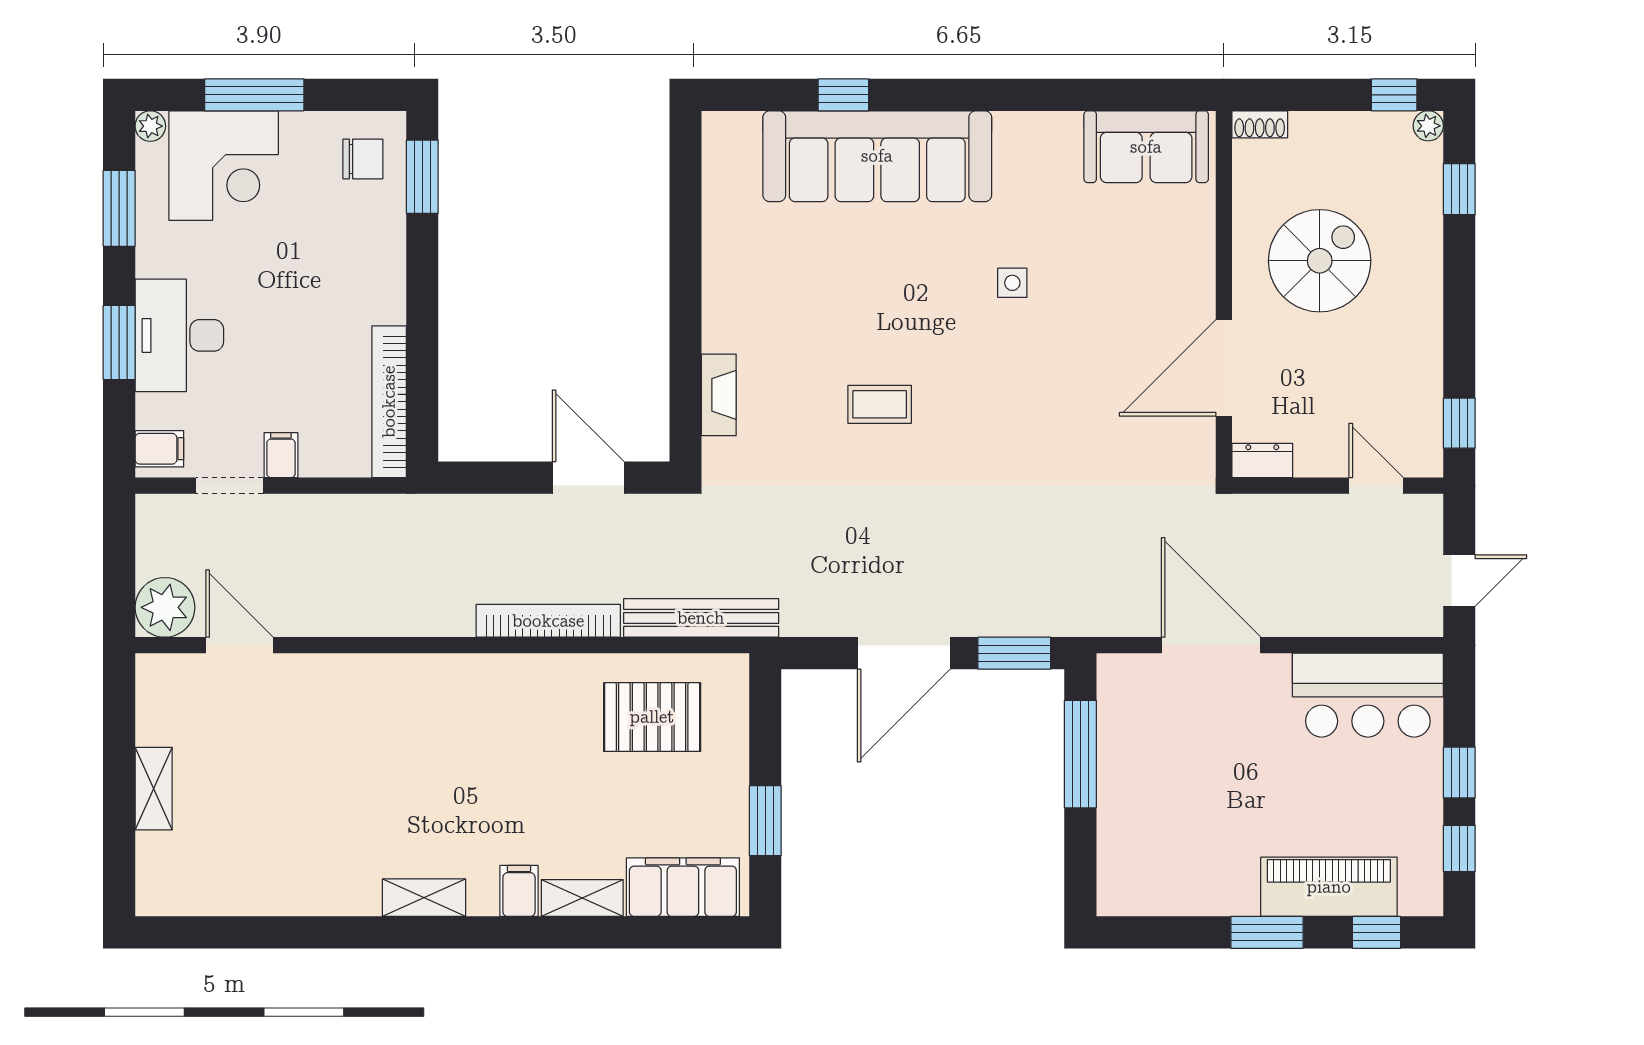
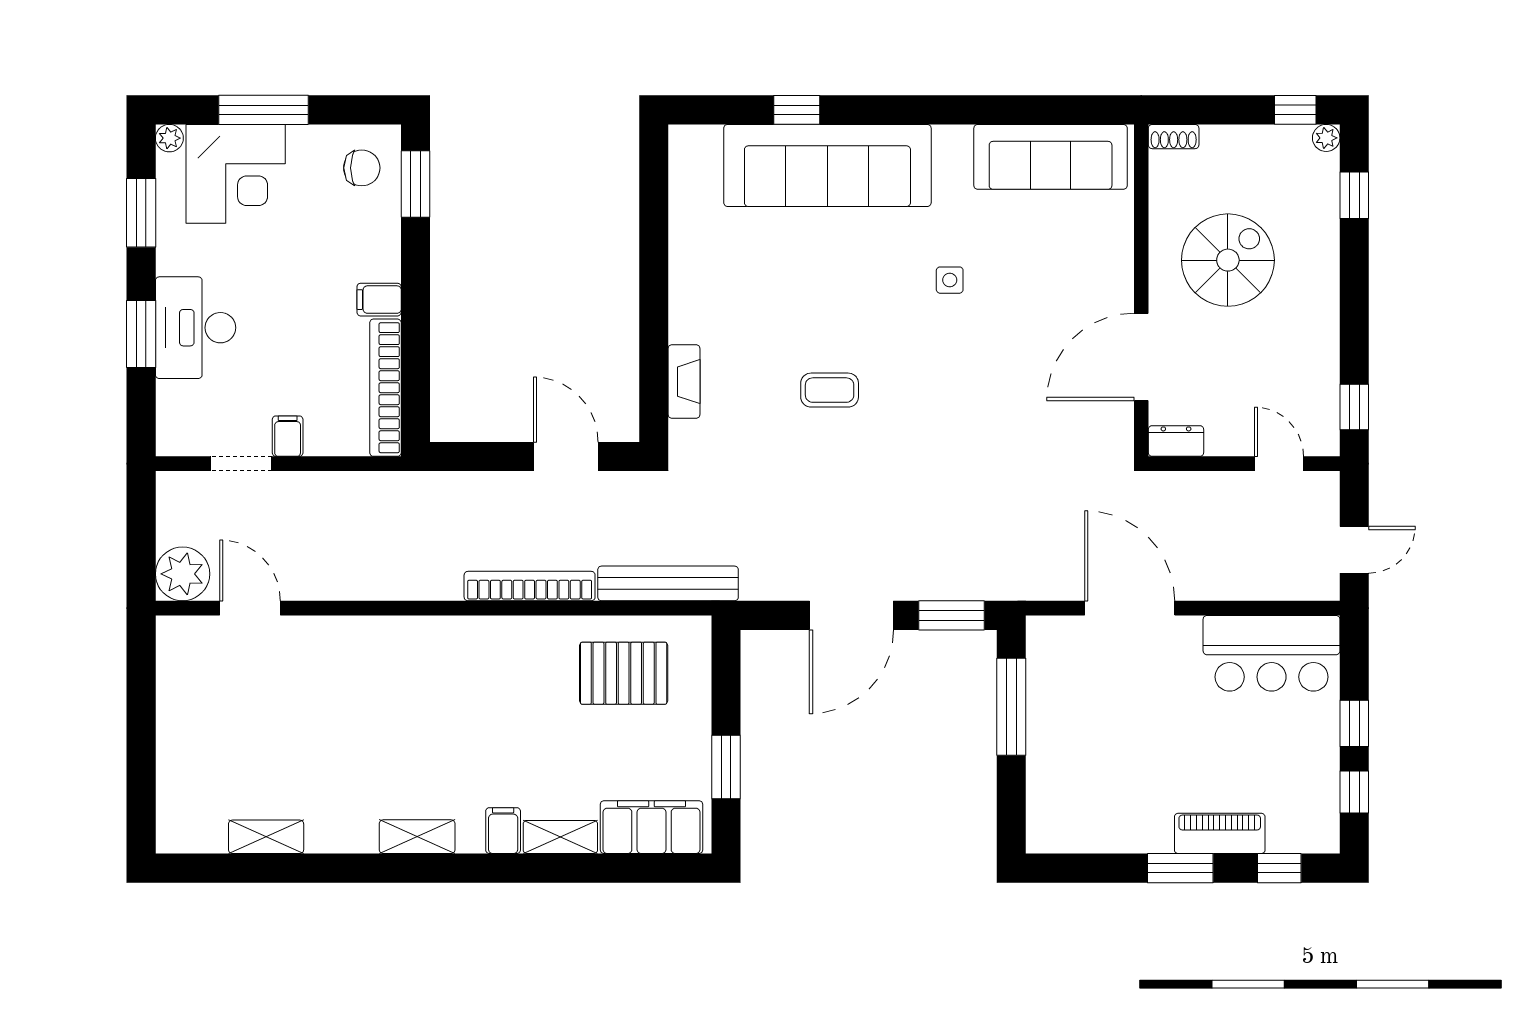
sofa: (1146, 147) -> (1051, 157), width x1.36
filing cabinet: (159, 449) -> (379, 300), moved, turned 180
shelving: (154, 789) -> (266, 837), moved, turned 90
piano: (1329, 887) -> (1220, 833), width x0.73, depth x0.75

